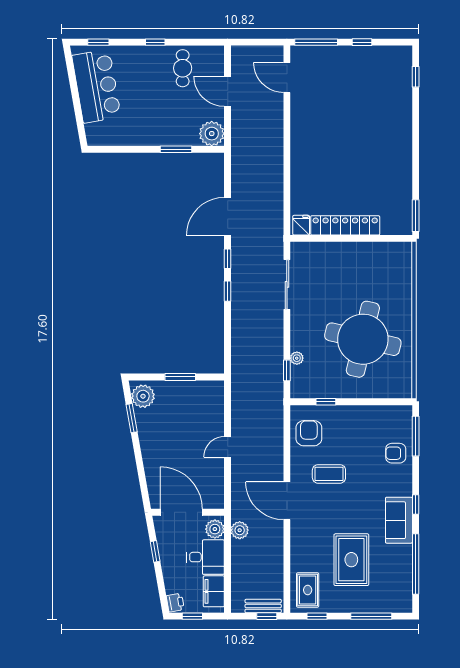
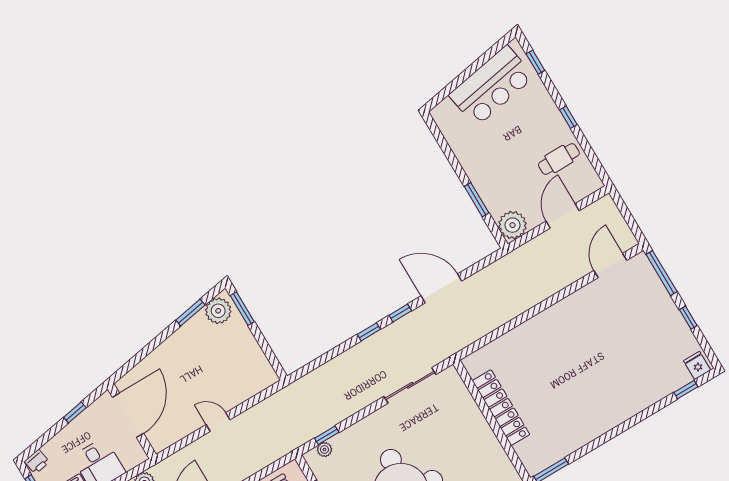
fridge: (301, 225) -> (697, 365), moved, turned -90
plant: (297, 358) -> (324, 449), moved
window: (180, 377) -> (242, 309), moved
plant: (215, 529) -> (131, 457), removed

